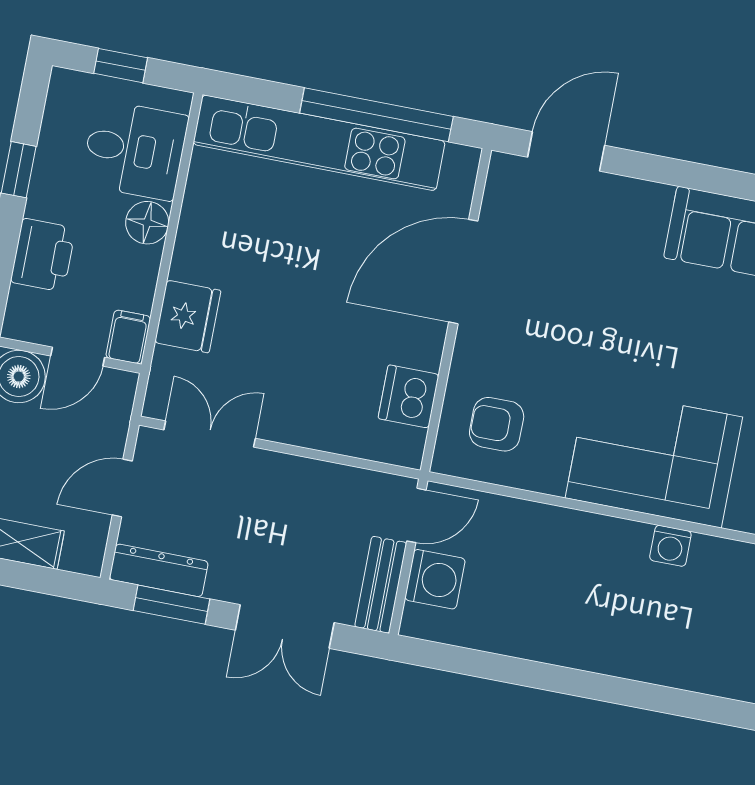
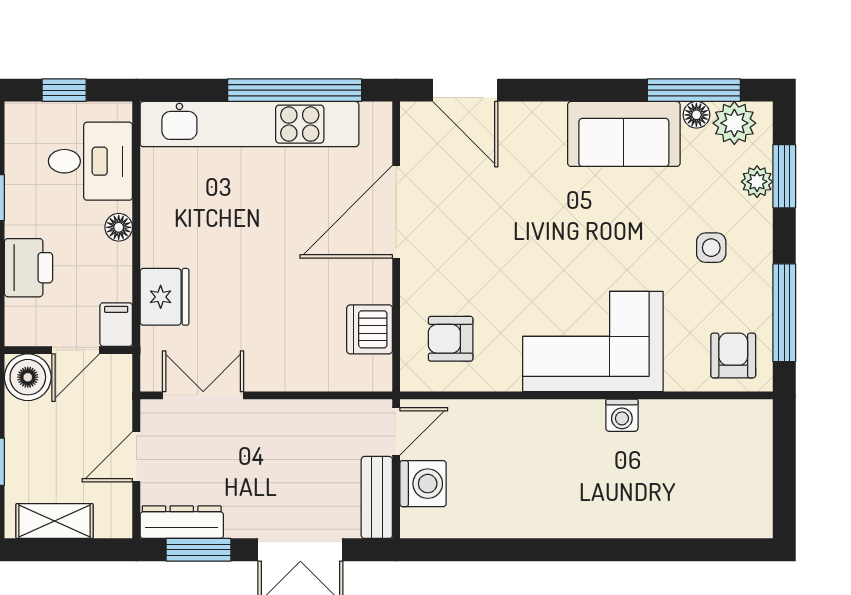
door: (566, 151) -> (465, 90), swing flipped
floor lamp: (147, 223) -> (119, 227), width x0.73, depth x0.73

